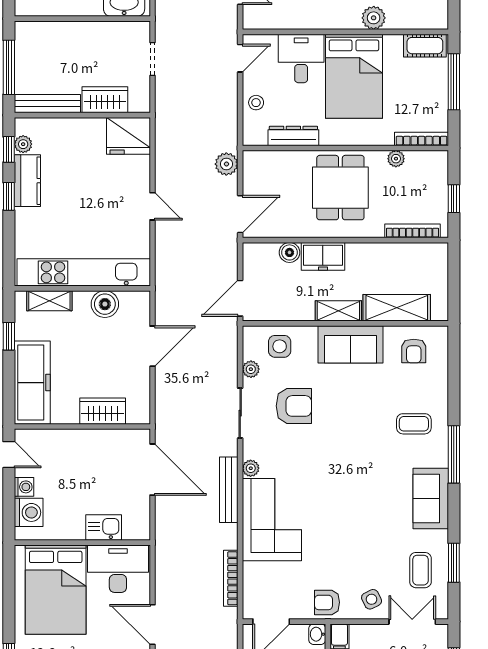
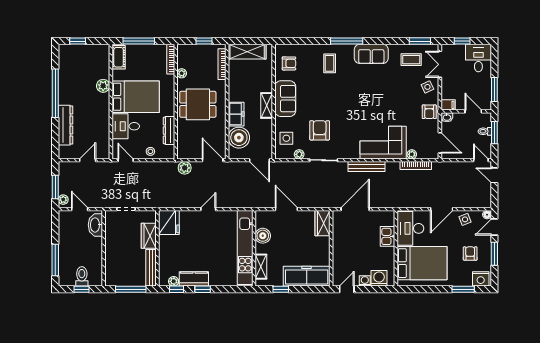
boiler: (290, 252) -> (239, 138), width x1.86, depth x1.86
shelving: (397, 308) -> (247, 52), moved, turned 90
wardrobe: (103, 411) -> (322, 223), moved
plant: (251, 468) -> (412, 154), moved
window: (454, 563) -> (420, 41), moved

